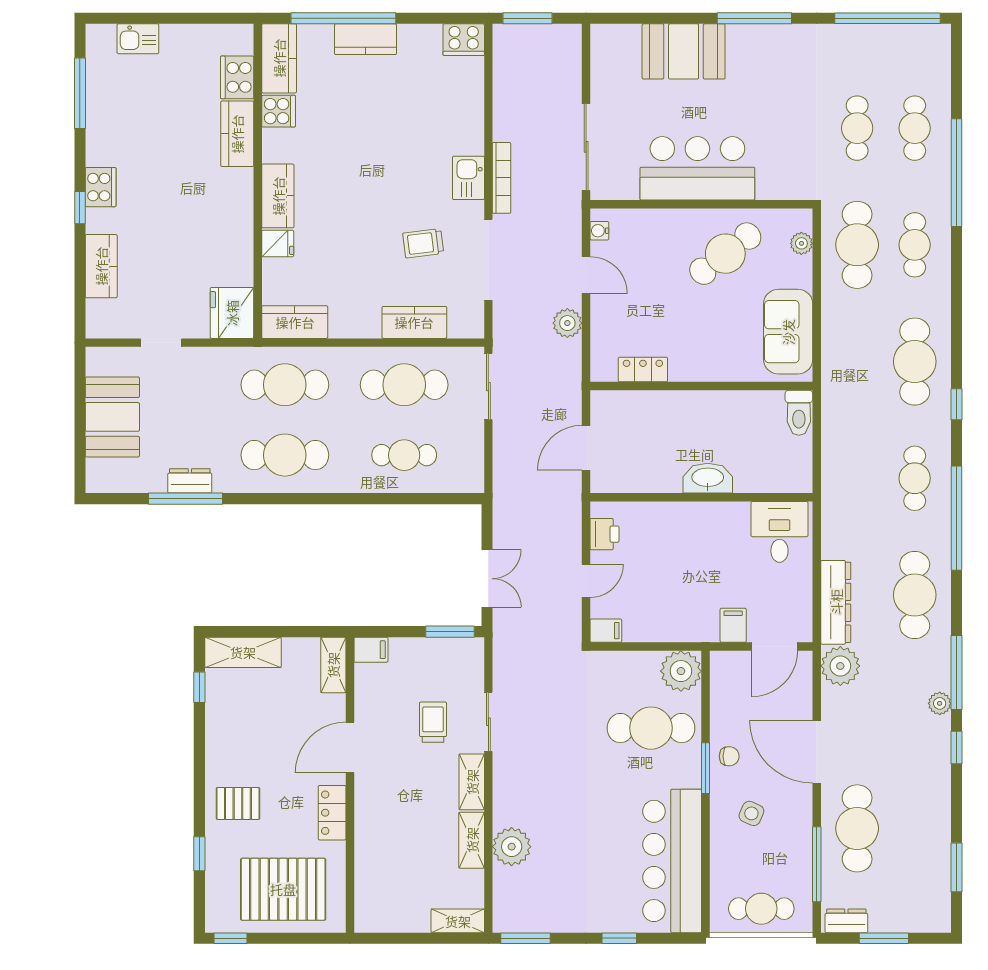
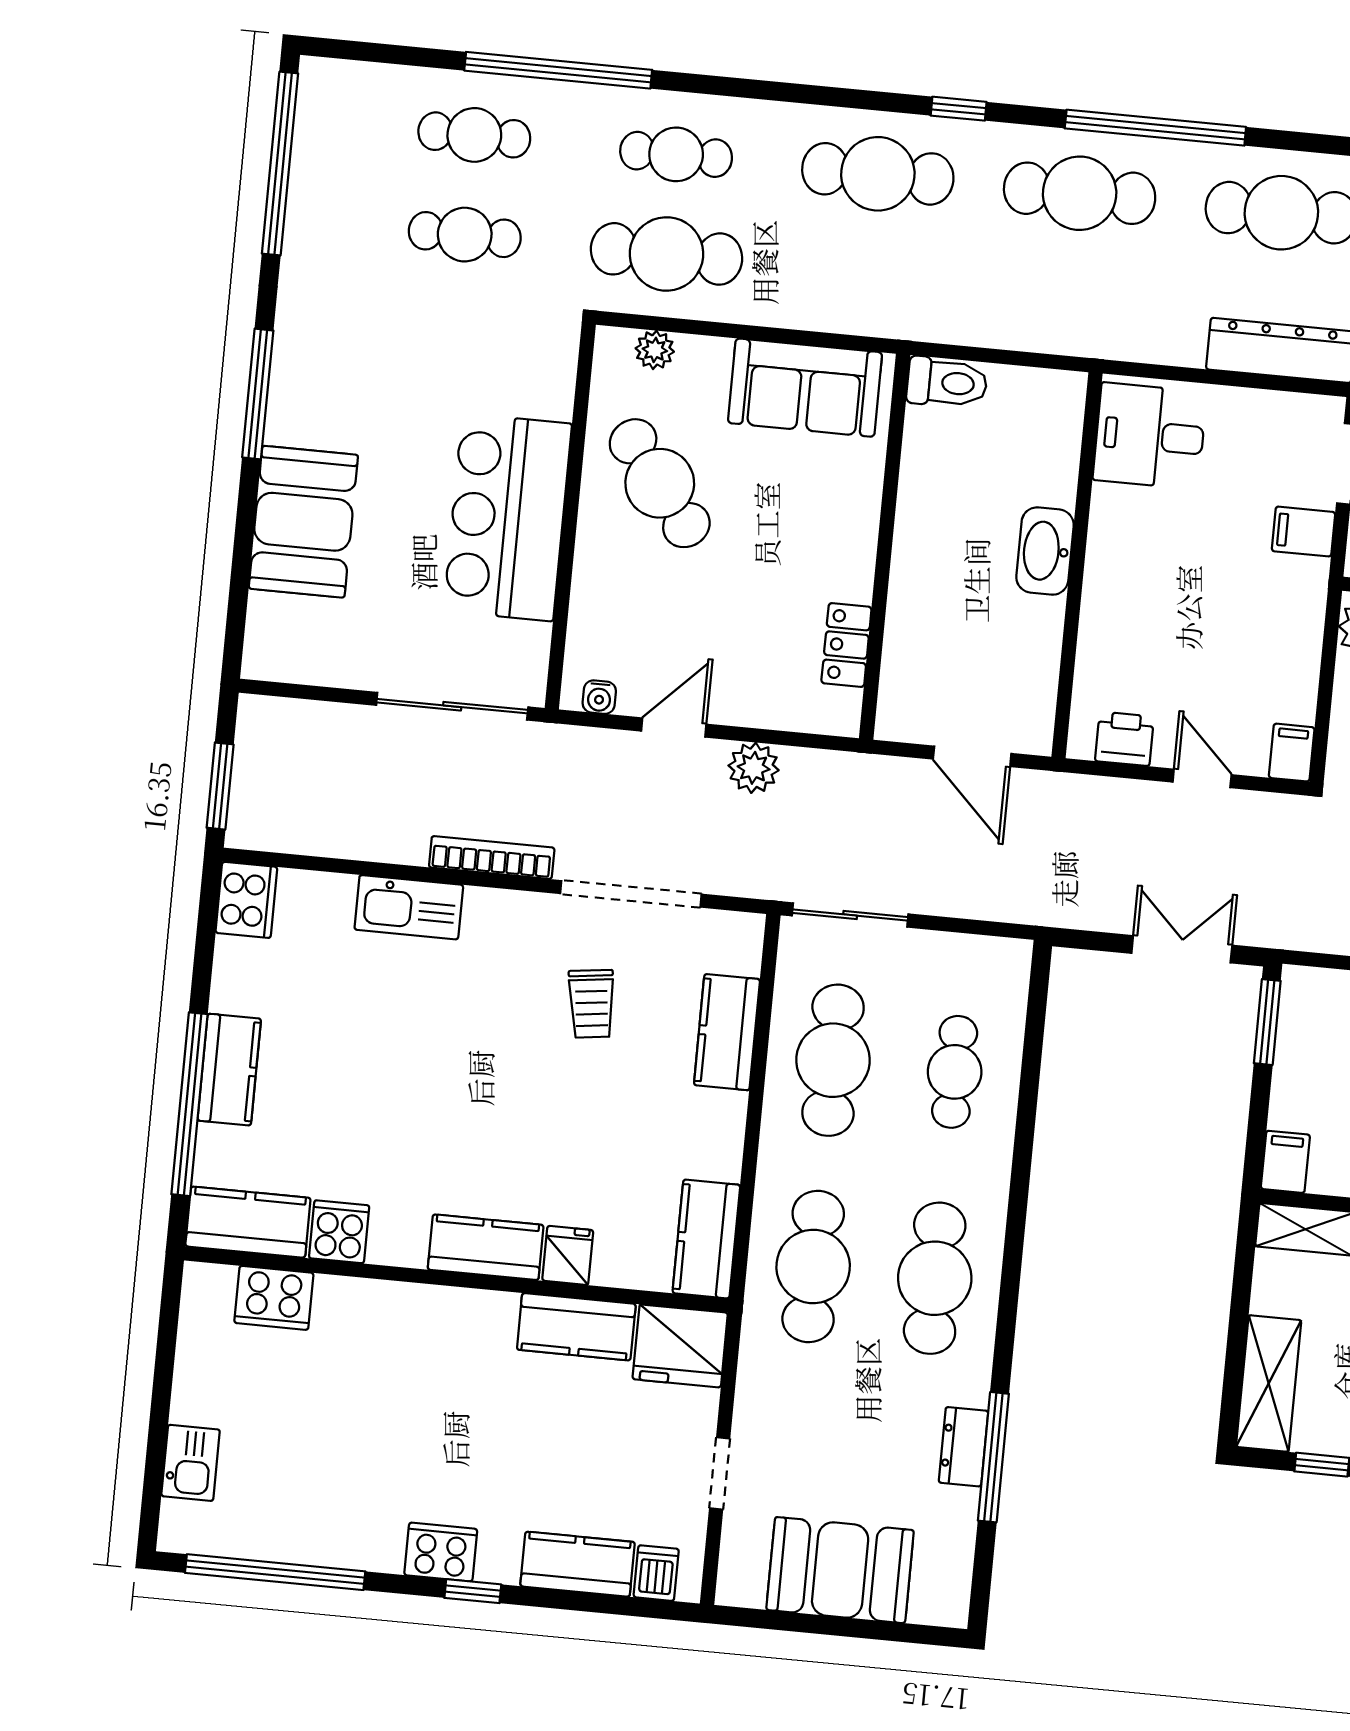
window: (80, 93) -> (275, 1572), width x1.46
kitchen counter: (237, 134) -> (576, 1327), moved
kitchen sink: (468, 178) -> (409, 907), moved, width x1.38
dishwasher: (100, 312) -> (656, 1573), added
cafe table: (915, 478) -> (1080, 193), width x1.37, depth x1.35

